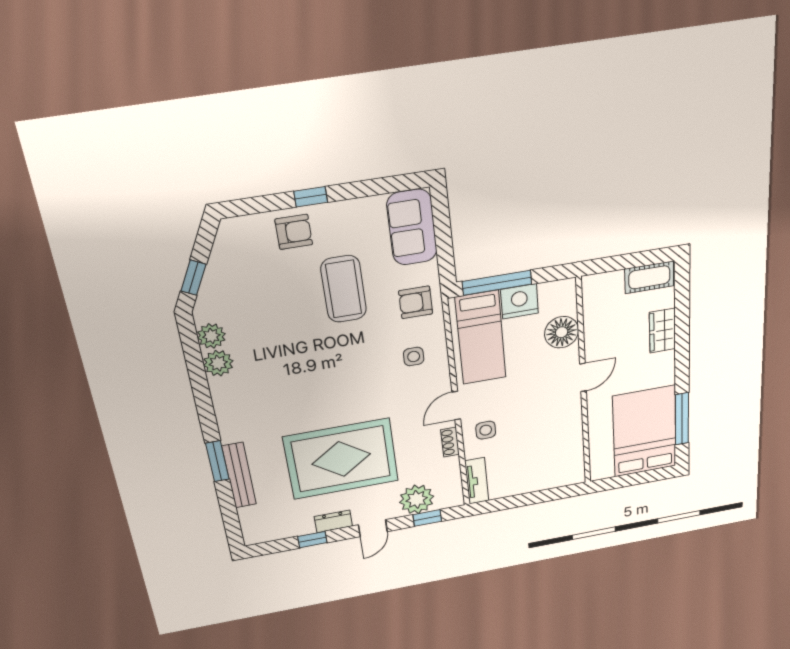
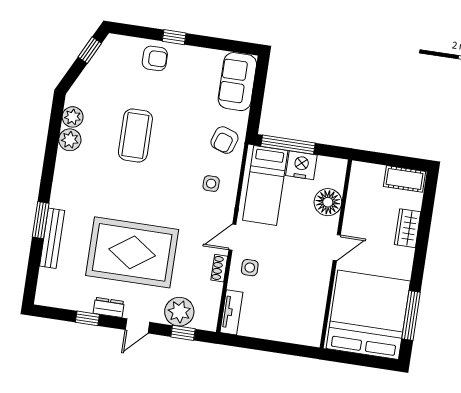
window: (193, 278) -> (90, 50), moved
coffee table: (344, 289) -> (135, 135), moved
armchair: (416, 302) -> (224, 140), turned -72
bed: (645, 432) -> (368, 315), width x1.36

